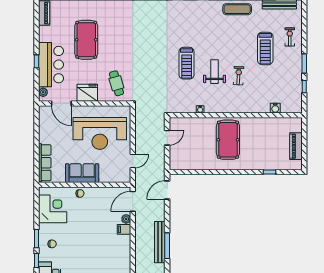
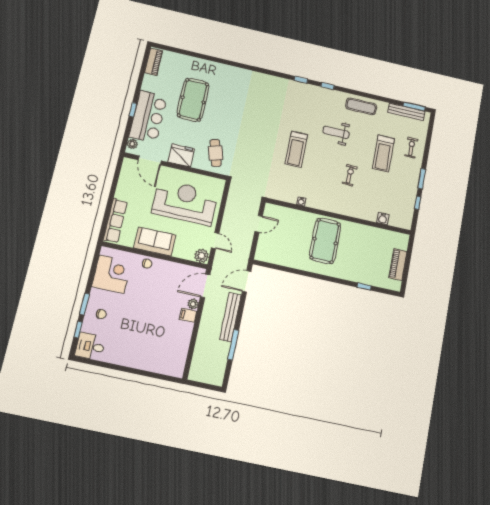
weight bench: (214, 72) -> (336, 132), moved, turned -90
reception desk: (100, 133) -> (185, 202), turned 180
door: (133, 161) -> (215, 241), hinge flipped
plant: (124, 177) -> (202, 256), added
bench: (160, 242) -> (230, 317), moved

